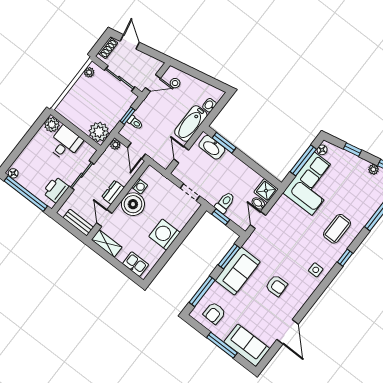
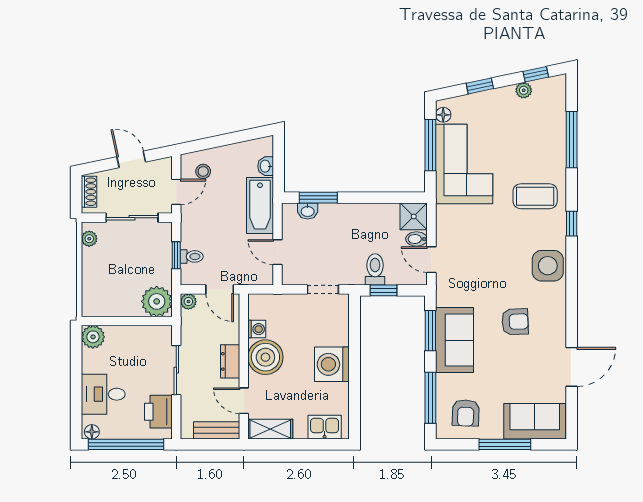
door: (130, 42) -> (131, 159), moved
desk: (65, 143) -> (103, 394), moved, turned -90
washbasin: (212, 147) -> (308, 211), width x0.52, depth x0.69
coffee table: (337, 229) -> (535, 196), turned 90
side table: (316, 270) -> (548, 266), width x1.87, depth x1.87
door: (288, 332) -> (572, 367), hinge flipped

